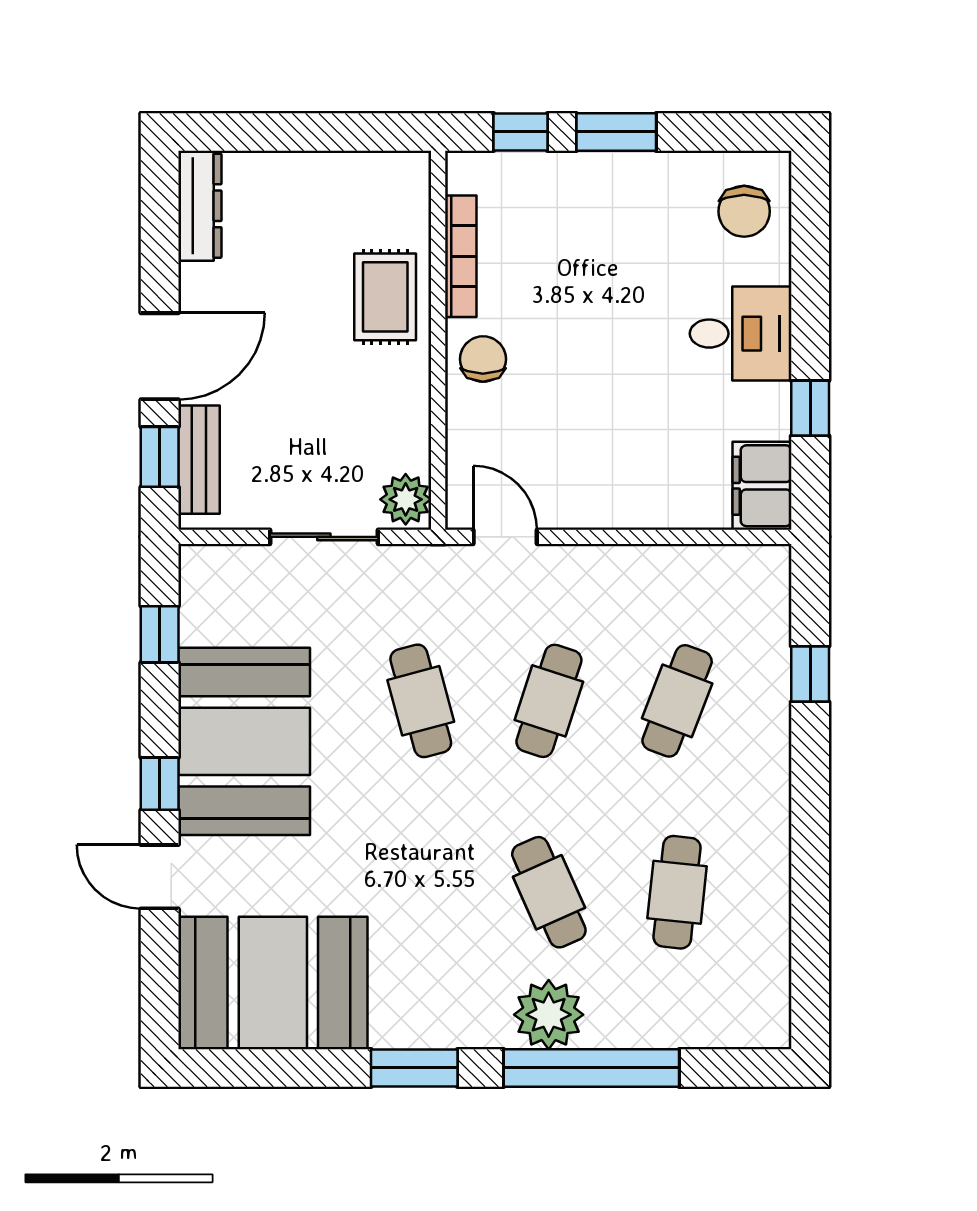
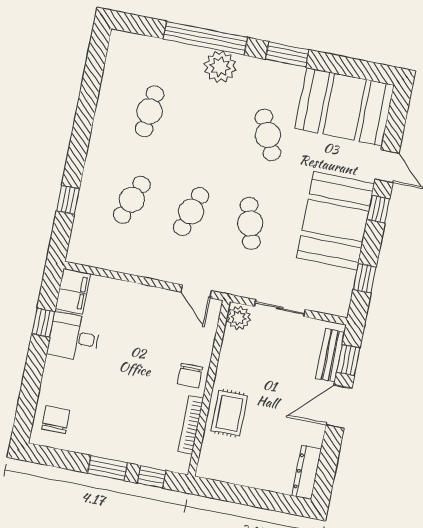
desk: (741, 334) -> (74, 337), moved
cafe table: (549, 892) -> (268, 135), moved

